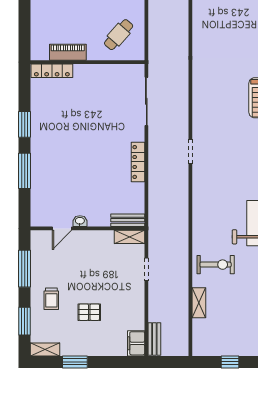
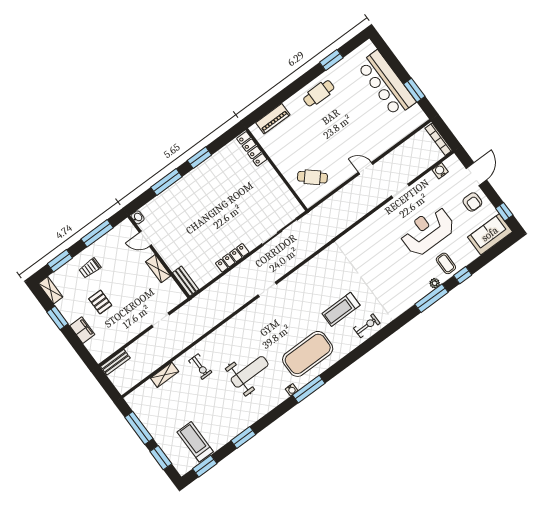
piano: (68, 52) -> (273, 119), moved, turned 90
washbasin: (80, 221) -> (138, 217), moved
shelving: (129, 237) -> (158, 269), moved
exercise bike: (216, 265) -> (200, 367), width x0.73, depth x0.72
filing cabinet: (136, 343) -> (82, 330), moved, turned 90
window: (230, 362) -> (139, 428), width x2.17

